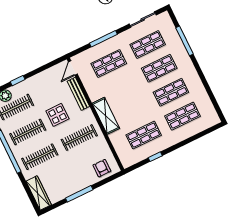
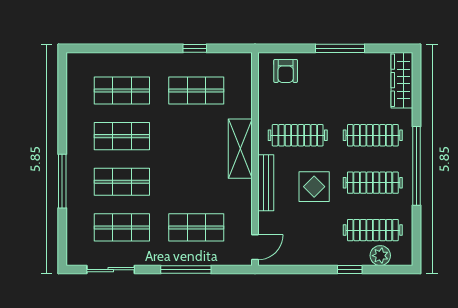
window: (184, 41) -> (62, 181), moved
bench: (78, 94) -> (266, 183), moved

